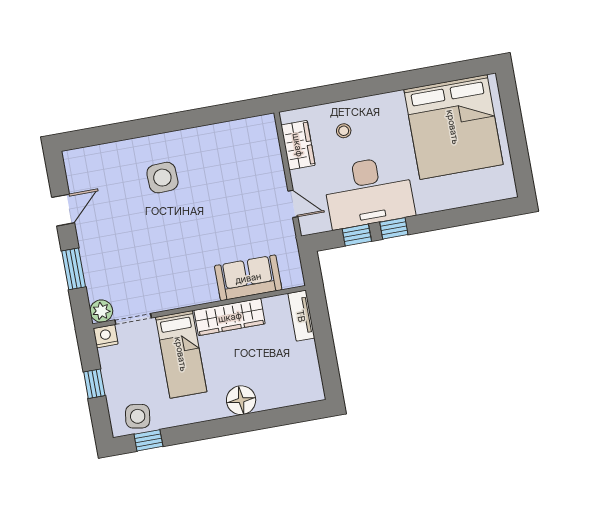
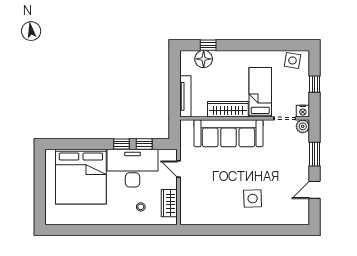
bed: (453, 127) -> (81, 177), moved, turned 180
sofa: (248, 278) -> (228, 133), width x1.85, depth x1.27
tv unit: (301, 316) -> (185, 96), width x1.41
floor lamp: (241, 400) -> (204, 59), moved
window: (148, 440) -> (208, 45), moved

